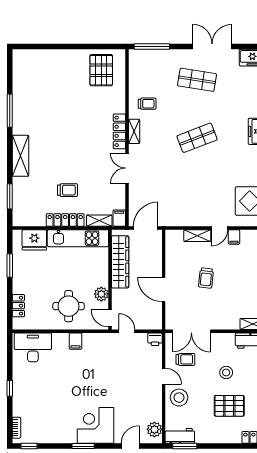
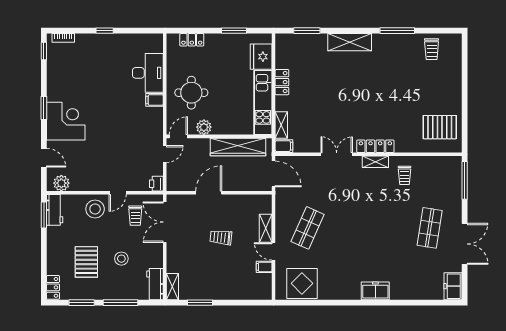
shop shelf: (197, 138) -> (308, 228), moved, turned 45
trolley: (67, 190) -> (432, 49), moved
locker: (65, 220) -> (282, 82), width x0.66
desk: (33, 347) -> (148, 73), moved

